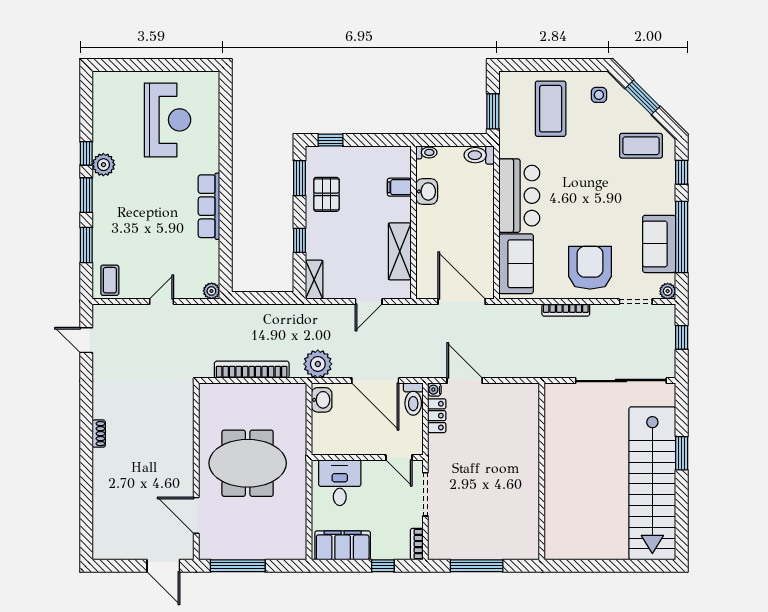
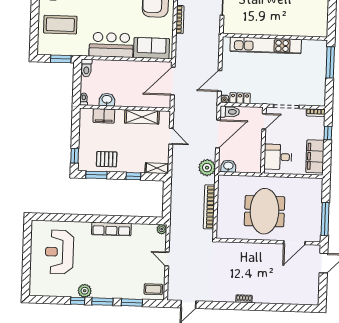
reception desk: (167, 120) -> (59, 252), turned -90
filing cabinet: (399, 187) -> (104, 116), width x2.00
kitchen unit: (527, 456) -> (266, 45), added
window: (477, 566) -> (330, 62), moved

